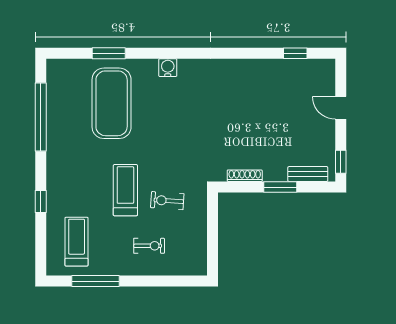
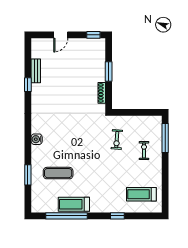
window: (295, 53) -> (28, 85), moved
exercise mat: (112, 103) -> (58, 173), width x0.50, depth x0.69
bench: (308, 174) -> (36, 71), moved
treadmill: (125, 190) -> (74, 204), moved
window: (96, 281) -> (165, 138), moved

